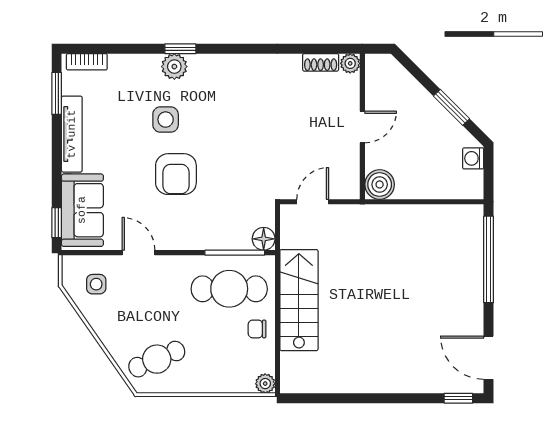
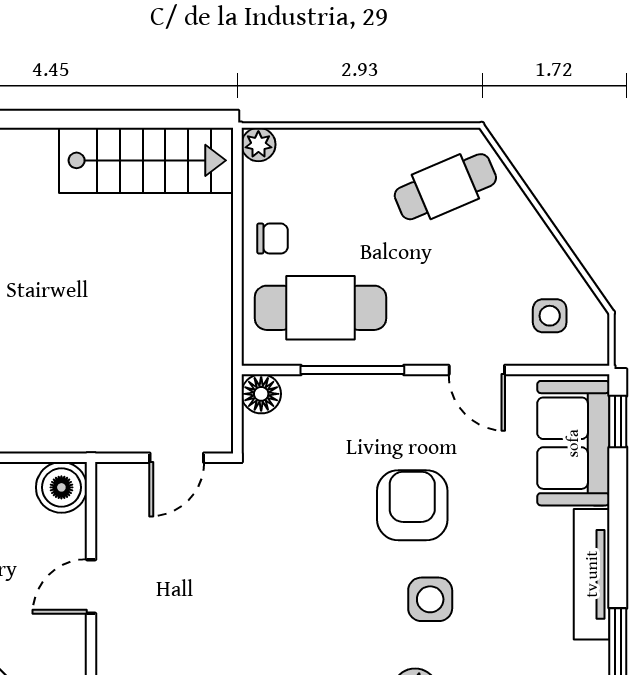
window: (235, 253) -> (352, 370), moved
stairs: (299, 300) -> (146, 160), moved, turned -90

